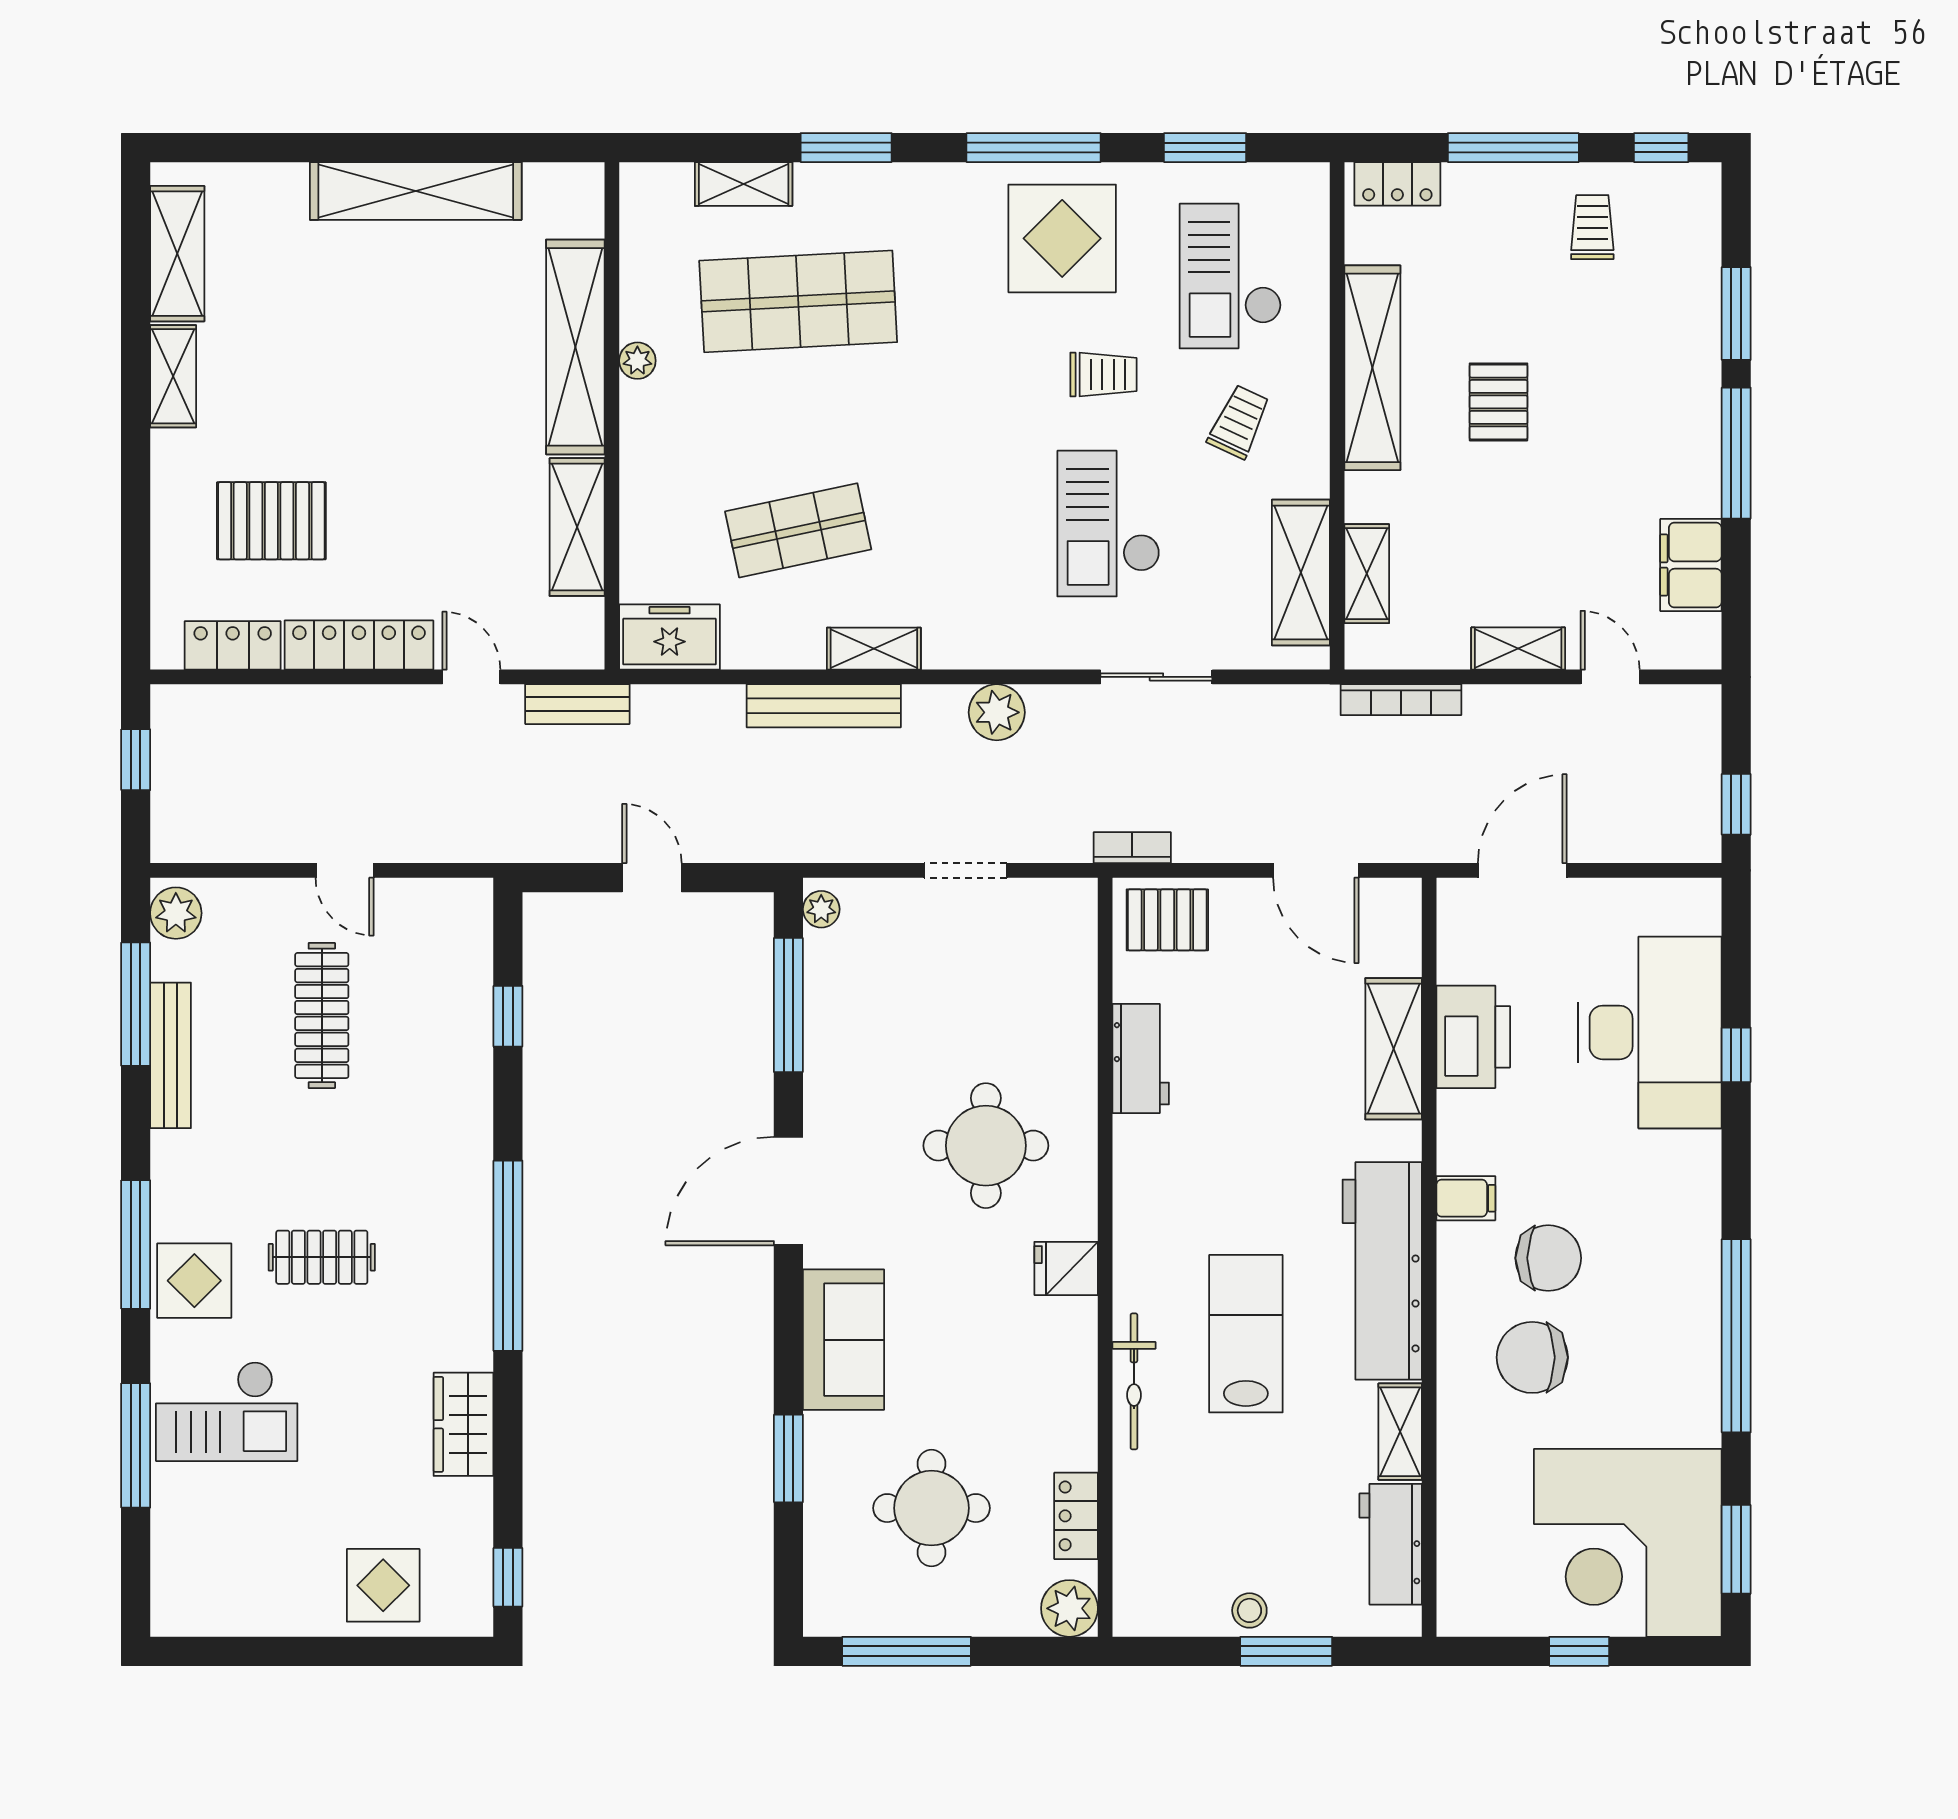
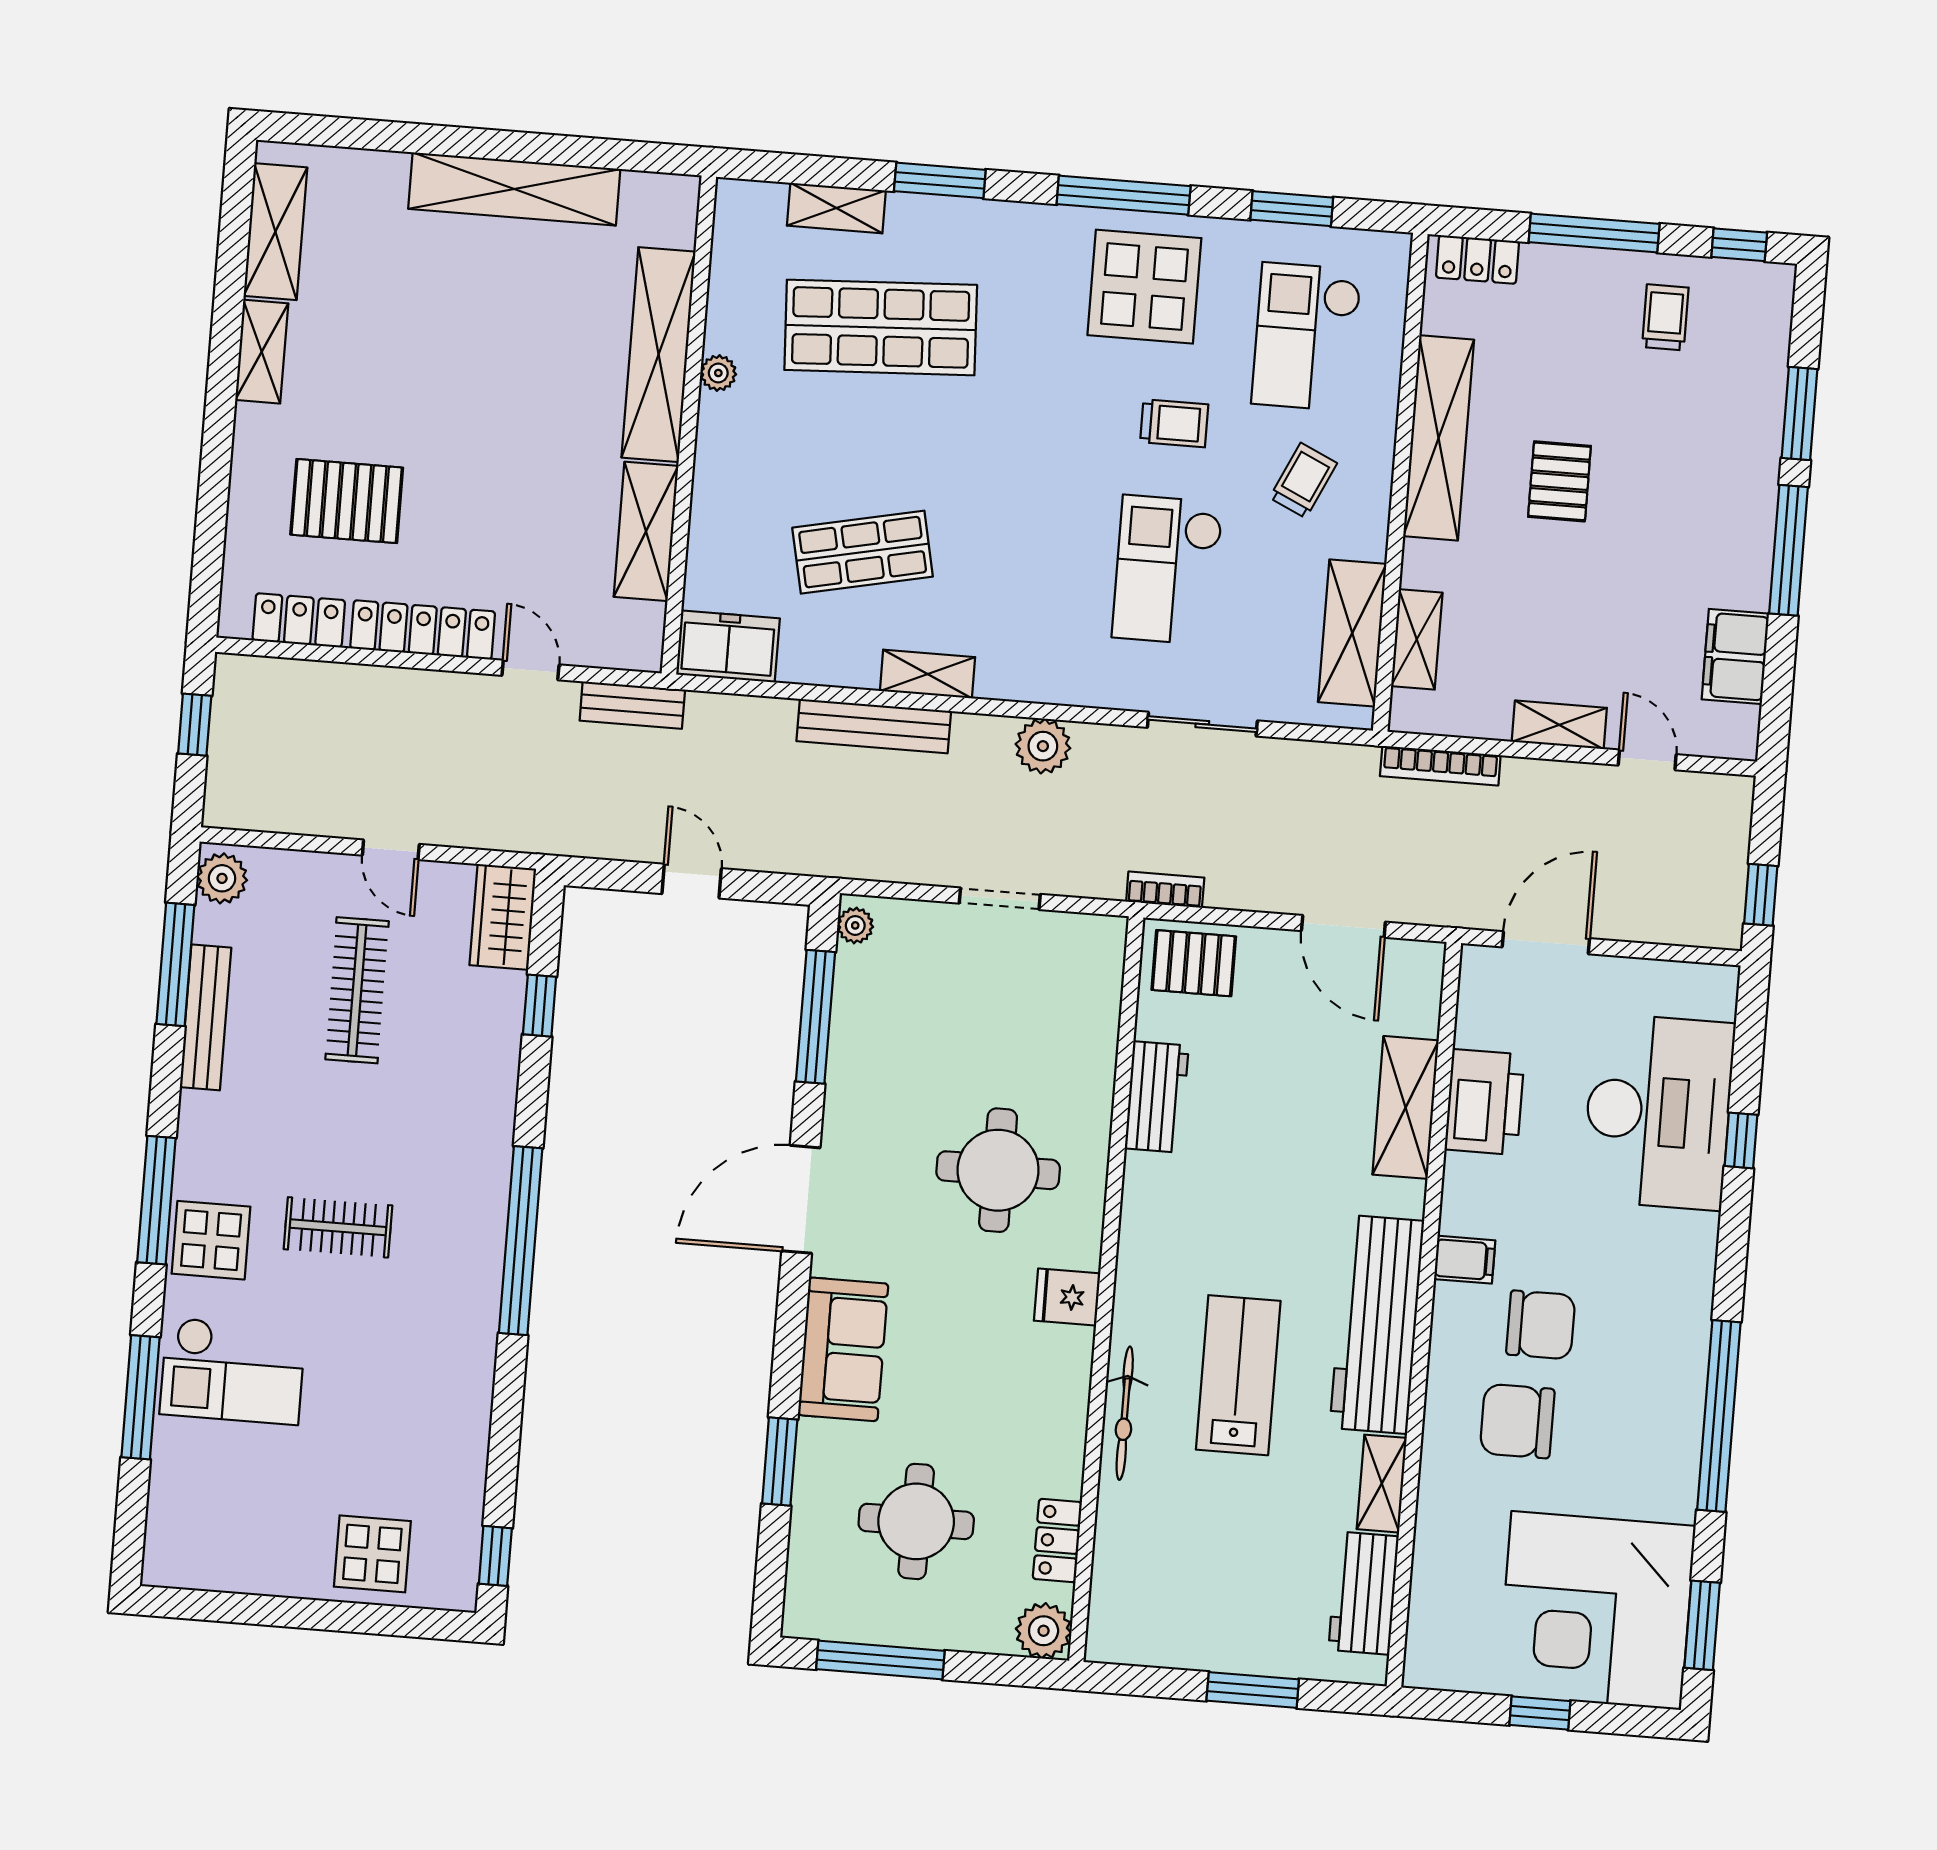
wardrobe: (464, 1424) -> (503, 917), moved
stool: (1249, 1610) -> (1220, 1647), removed

